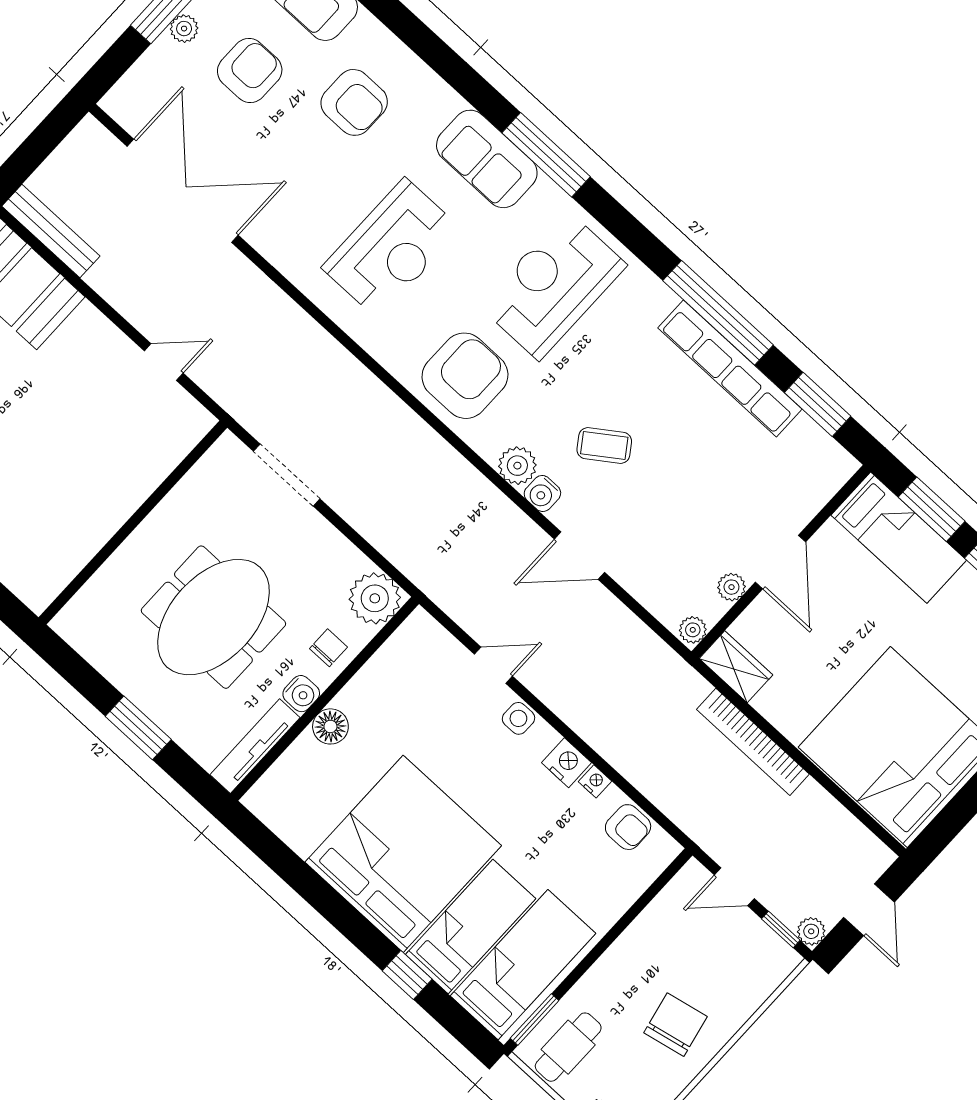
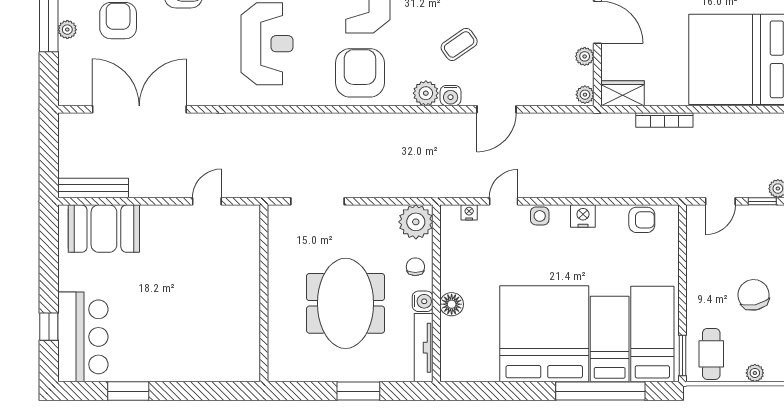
bookcase: (753, 742) -> (664, 120), width x0.68, depth x0.76
nightstand: (595, 781) -> (469, 212), moved
window: (407, 975) -> (600, 391), width x3.17

